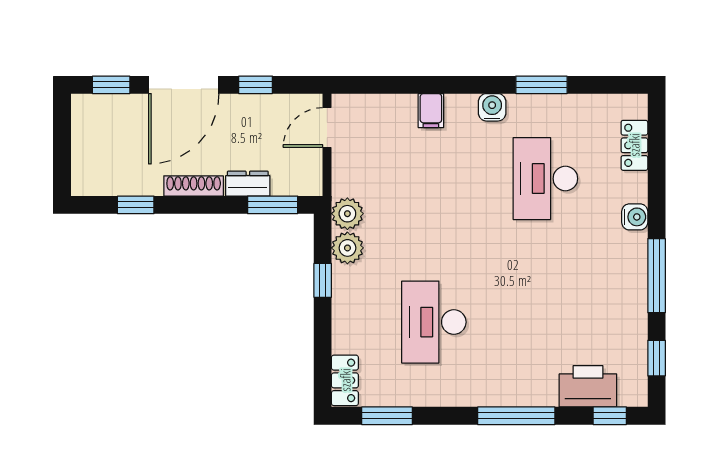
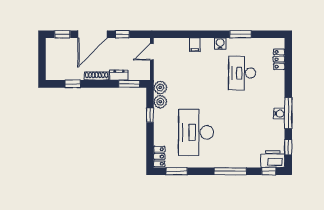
water cooler: (635, 217) -> (279, 114), moved
desk: (434, 322) -> (196, 132), width x1.36, depth x1.30
printer: (588, 386) -> (273, 159), moved

